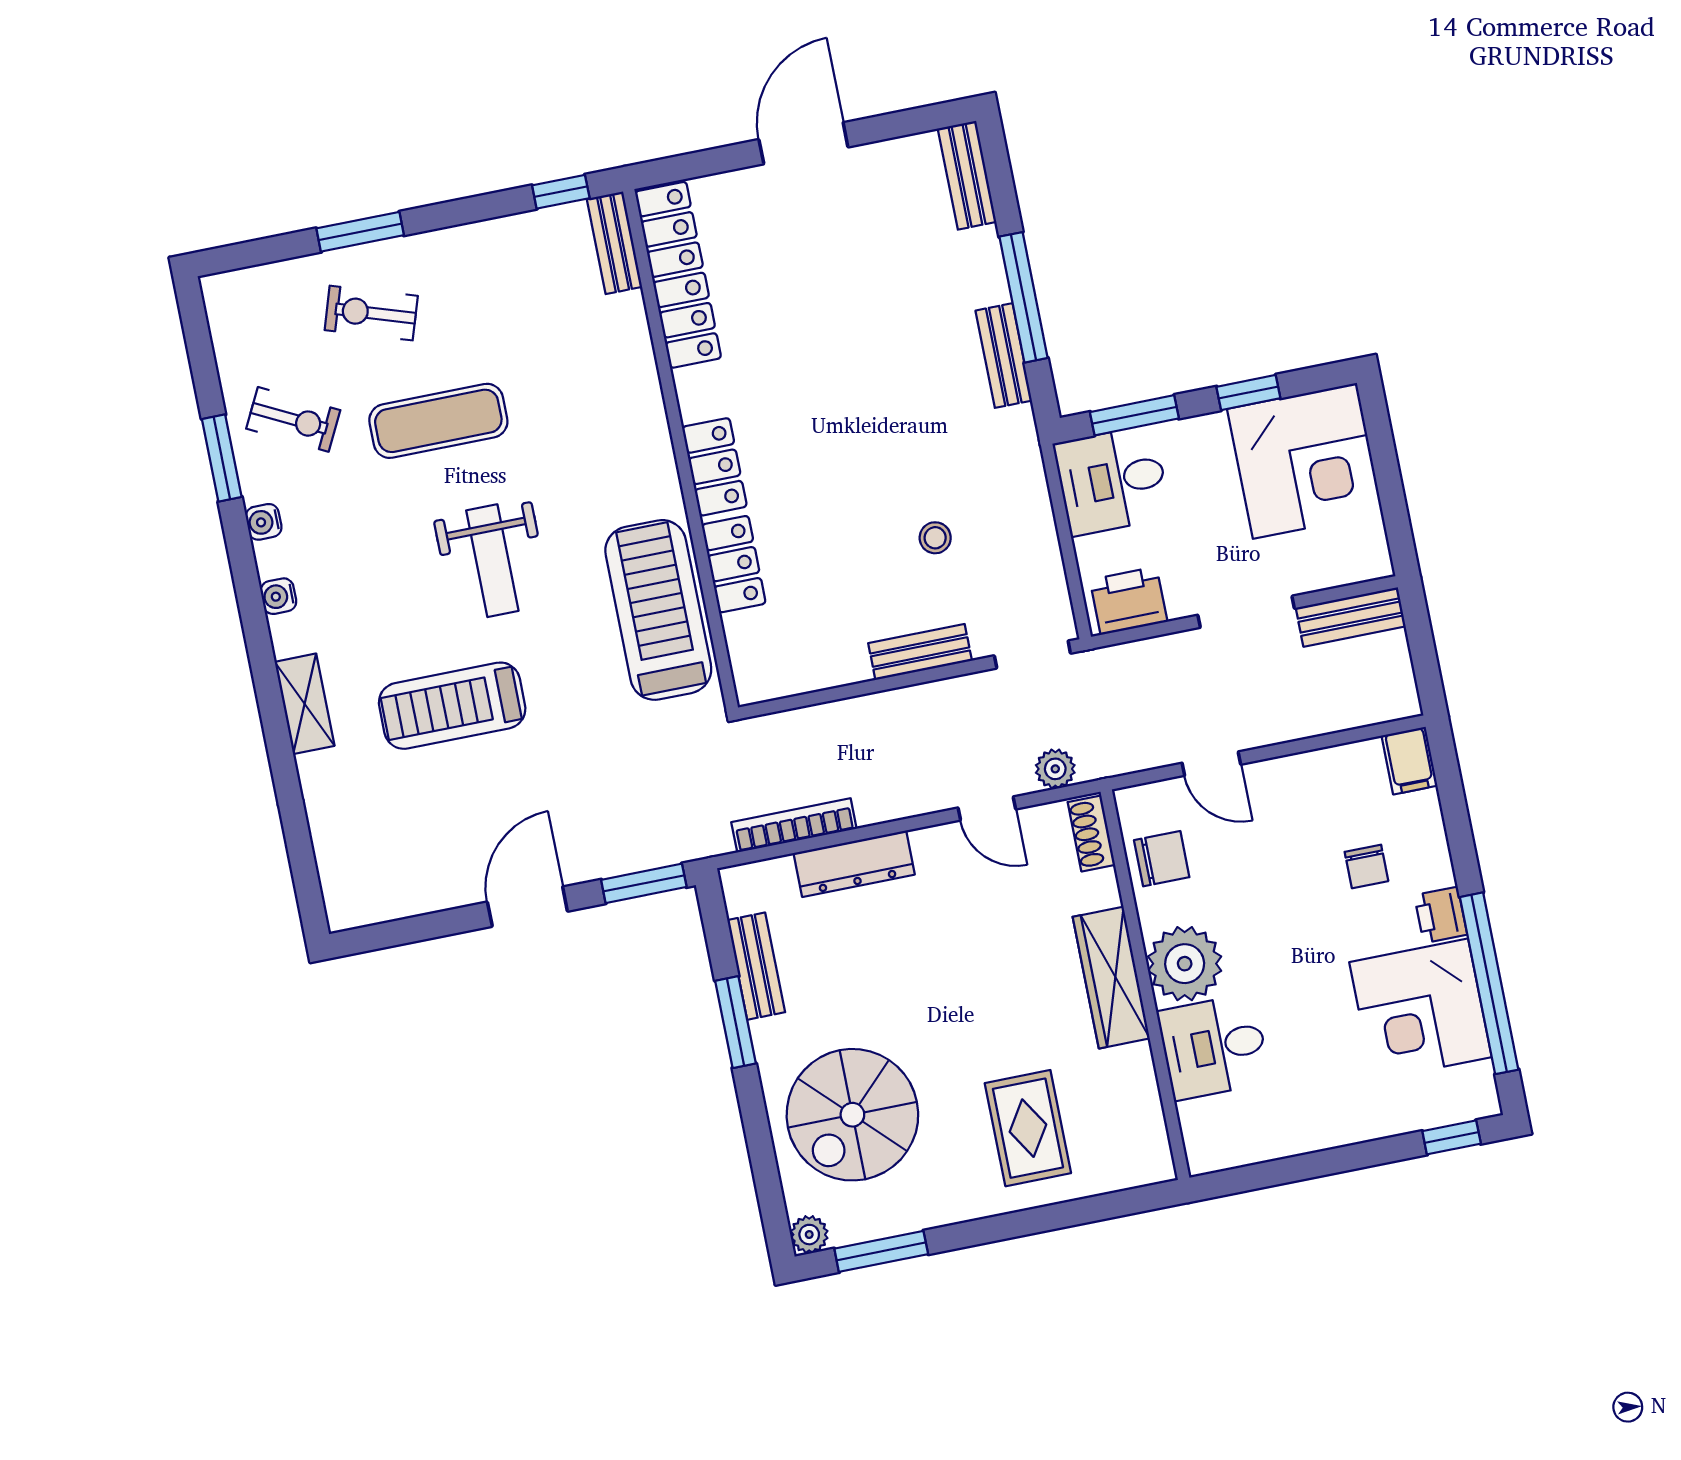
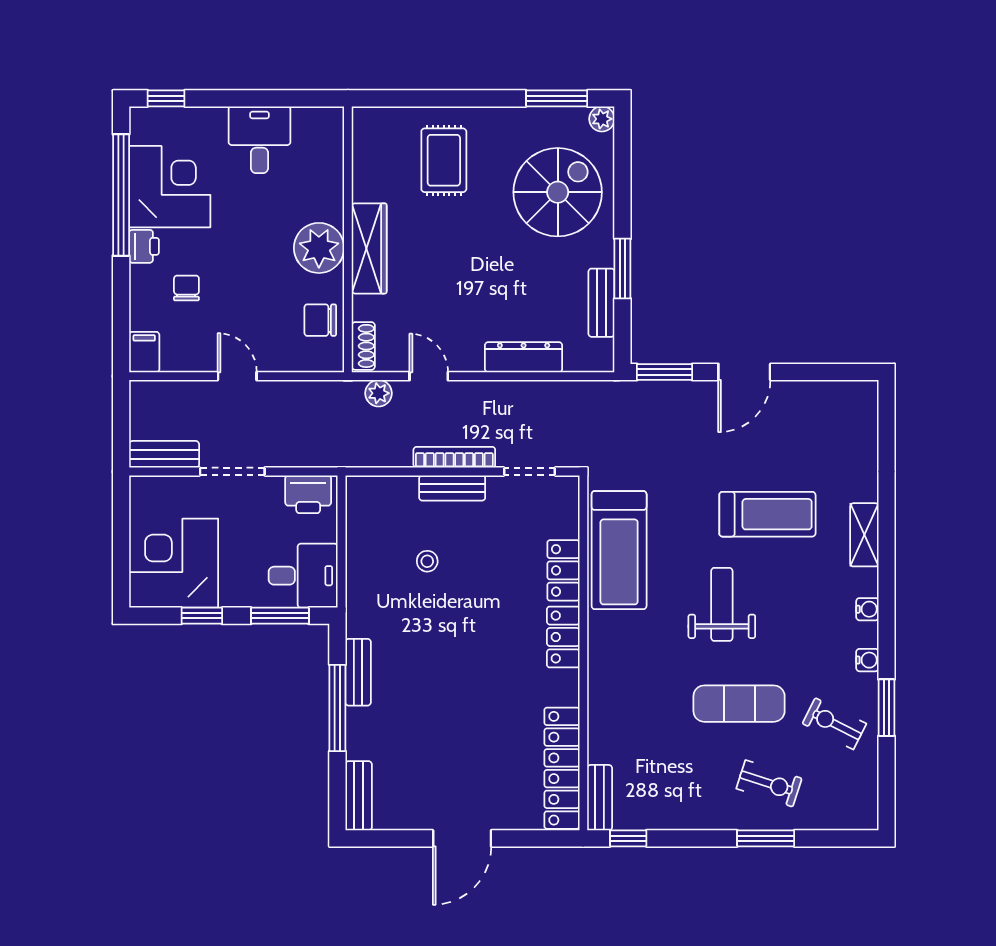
doorway: (1032, 654) -> (530, 472), moved
door: (1211, 764) -> (237, 376), moved
bookcase: (794, 825) -> (454, 457), moved, turned 180
desk: (1214, 1047) -> (259, 140), moved, turned -90

